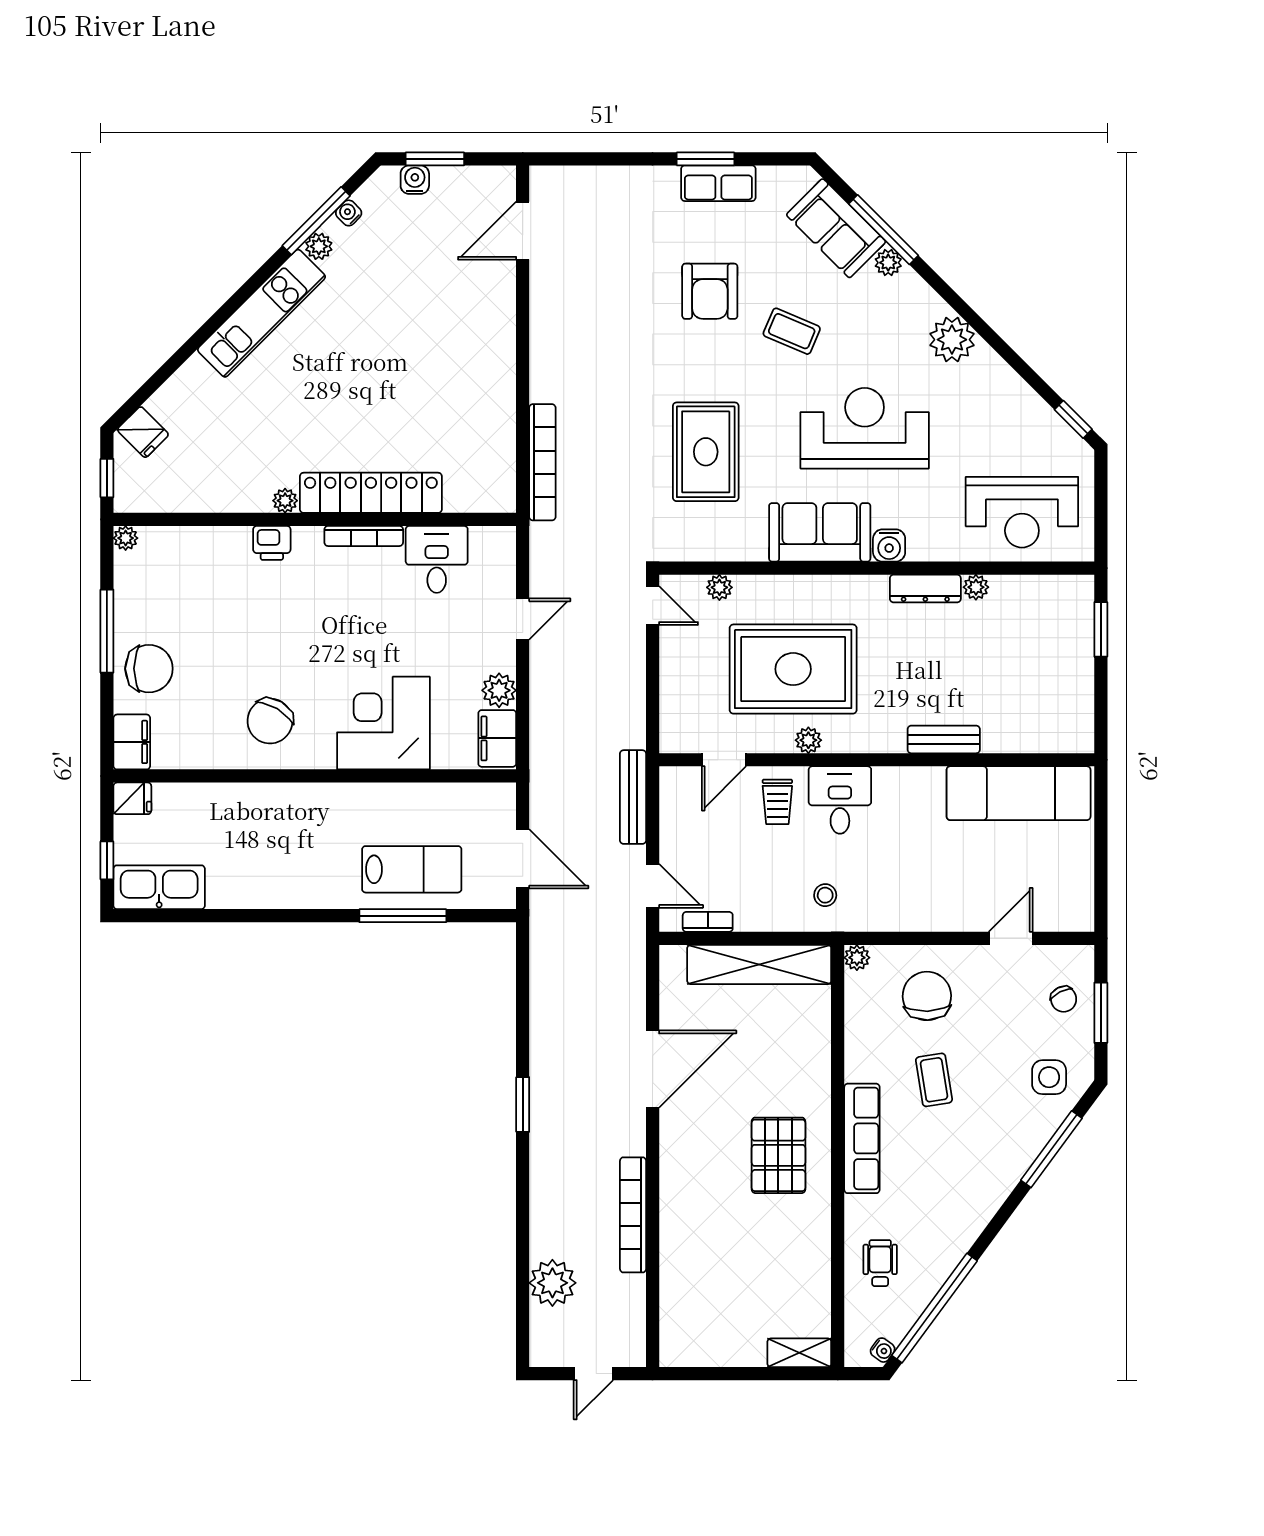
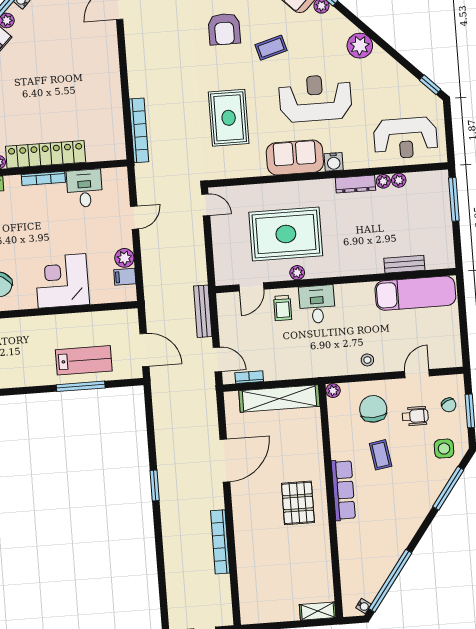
coffee table: (792, 331) -> (271, 48), turned -39
plant: (719, 587) -> (399, 180), moved
window: (1101, 629) -> (454, 199), width x1.44
filing cabinet: (497, 738) -> (125, 277), width x0.50
bench: (944, 739) -> (404, 264), moved
stool: (825, 895) -> (367, 360), moved
wheelchair: (880, 1263) -> (415, 416), moved, turned 90
plant: (552, 1283) -> (179, 583), removed

